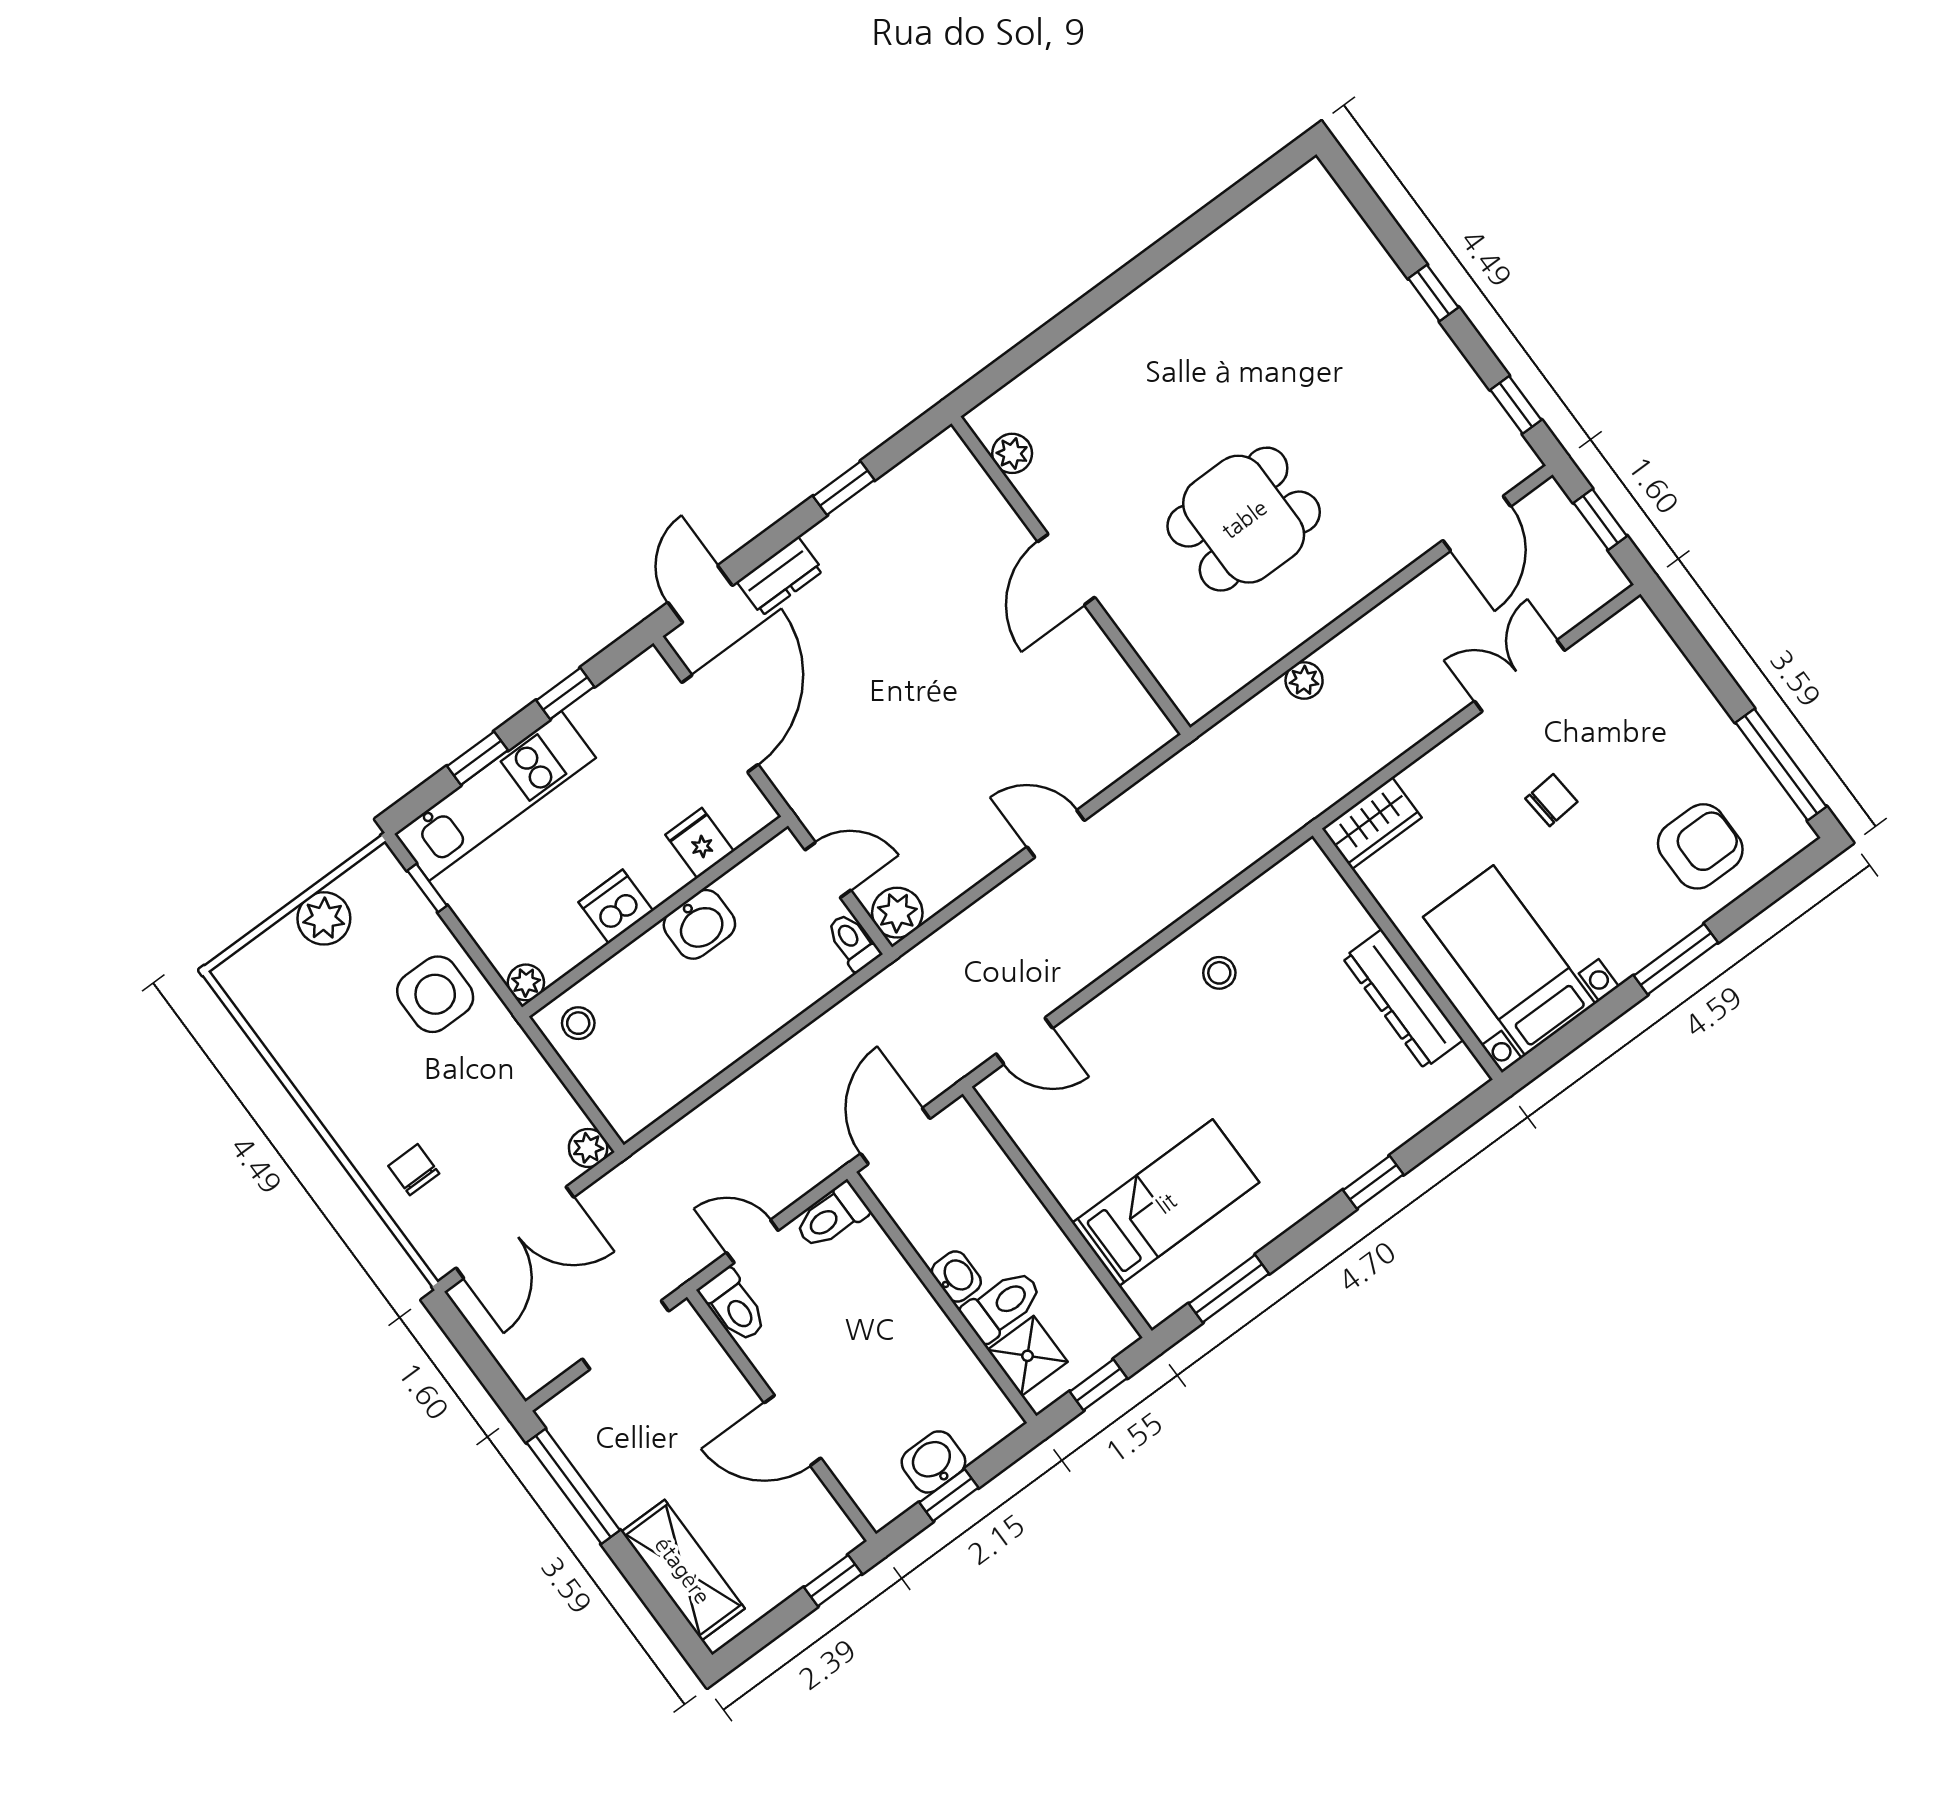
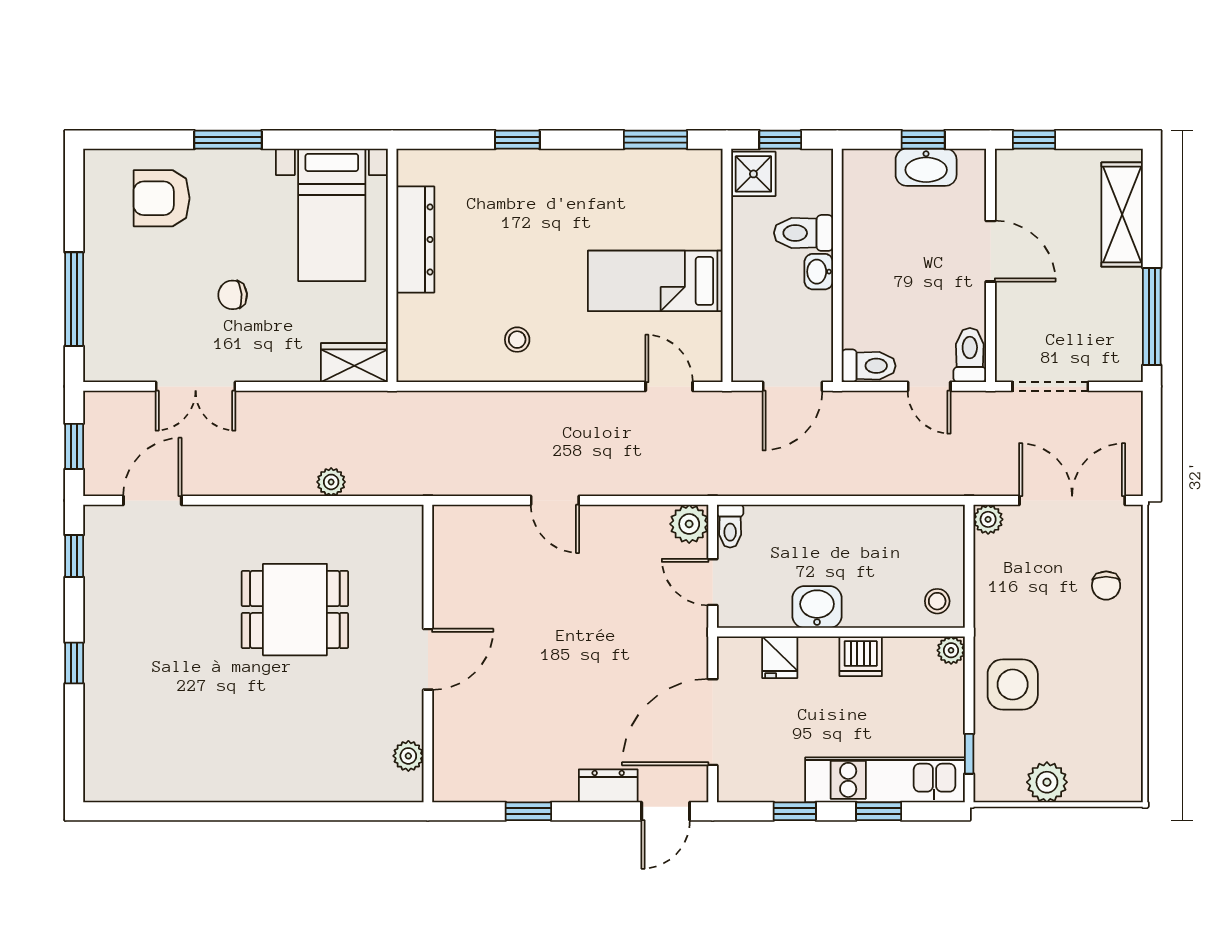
window: (1781, 765) -> (74, 299), moved
bed: (1166, 1203) -> (655, 281), moved
shower: (1027, 1356) -> (753, 174), moved
washbasin: (933, 1462) -> (926, 167), width x1.38

